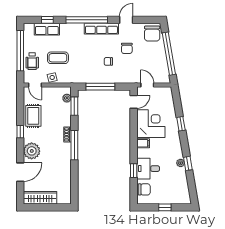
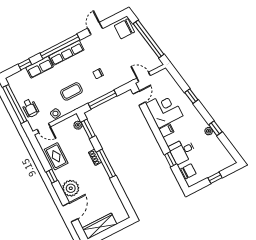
row of seats: (47, 29) -> (40, 67), moved
row of seats: (101, 29) -> (66, 53), moved
chair: (152, 34) -> (124, 29), turned 90
chair: (127, 48) -> (109, 53), removed
coffee table: (58, 58) -> (71, 91), moved

